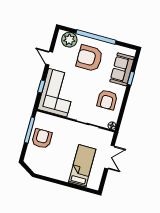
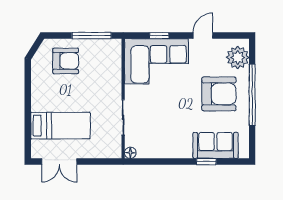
armchair: (89, 58) -> (219, 94), turned 90
armchair: (107, 100) -> (166, 136), removed
armchair: (42, 139) -> (66, 61), moved
double door: (109, 157) -> (59, 162), moved

